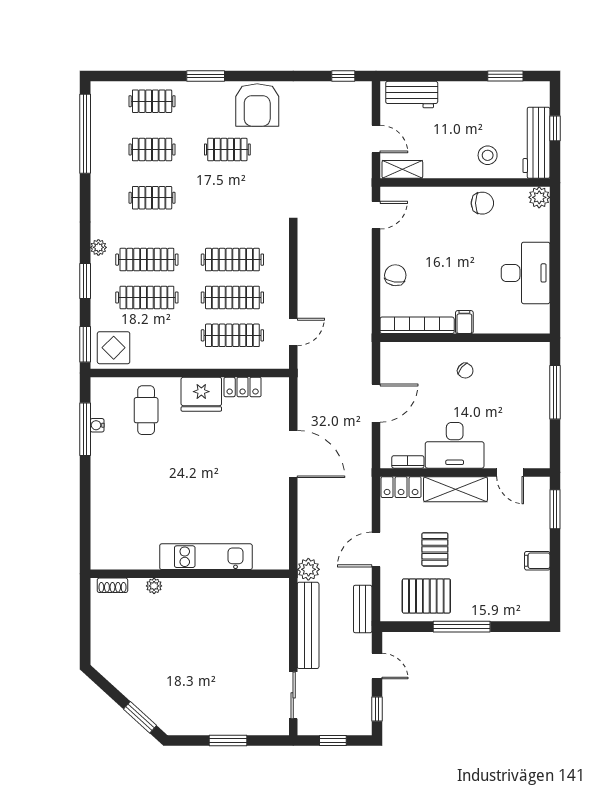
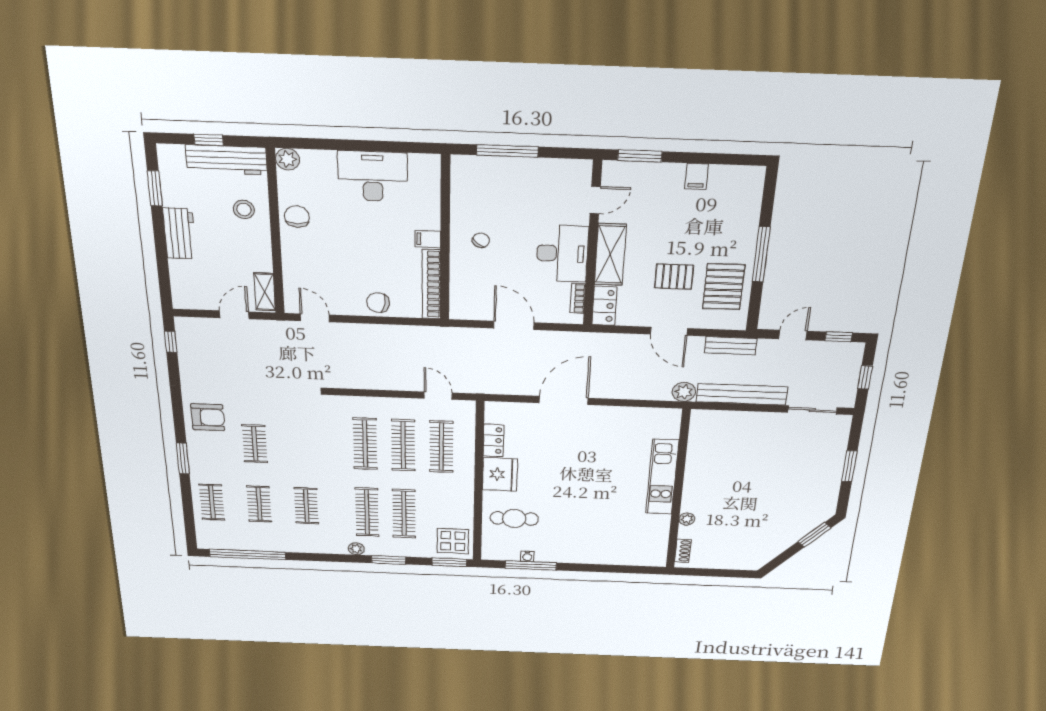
workbench: (412, 95) -> (180, 233), moved
armchair: (257, 105) -> (208, 417), width x0.73, depth x0.73

